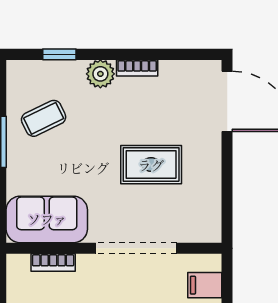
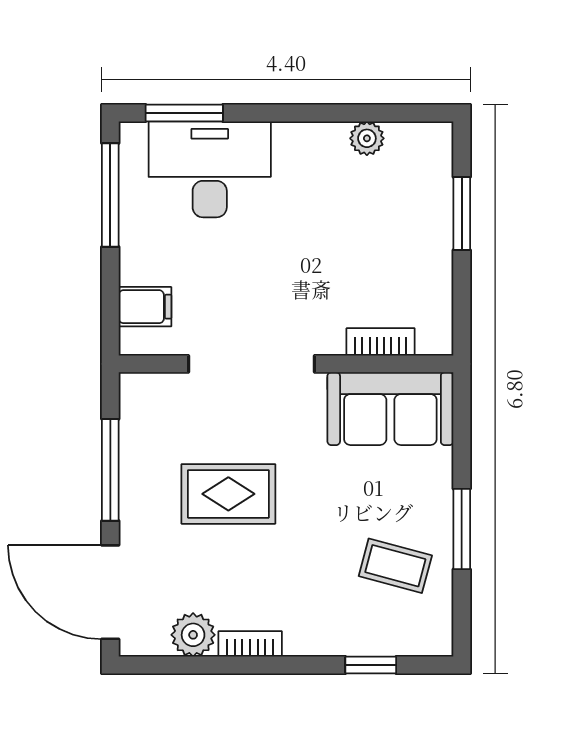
plant: (100, 74) -> (193, 635), moved
coffee table: (44, 118) -> (395, 566), turned 41
window: (227, 180) -> (110, 470), added

